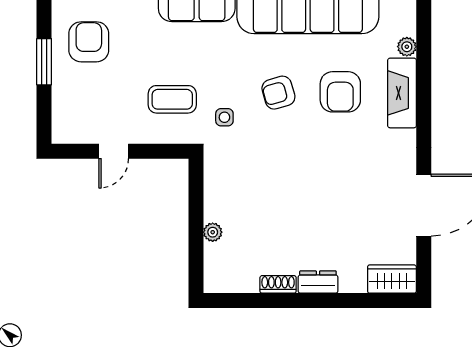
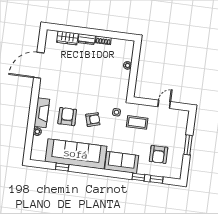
armchair: (89, 42) -> (159, 154), moved
wardrobe: (392, 279) -> (67, 38), moved

